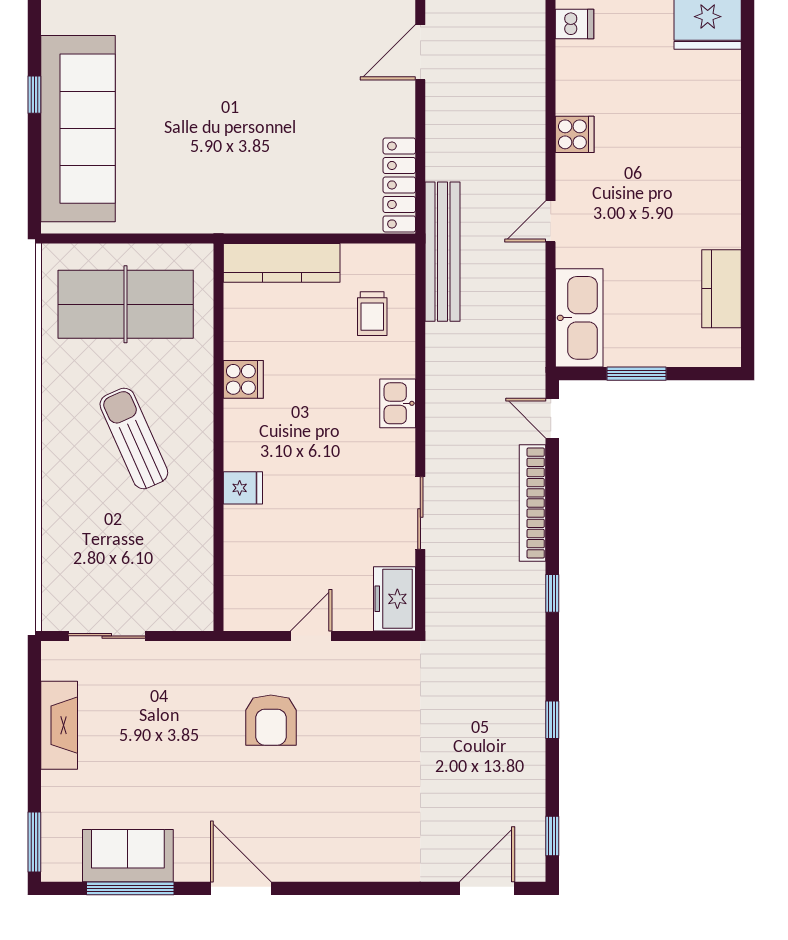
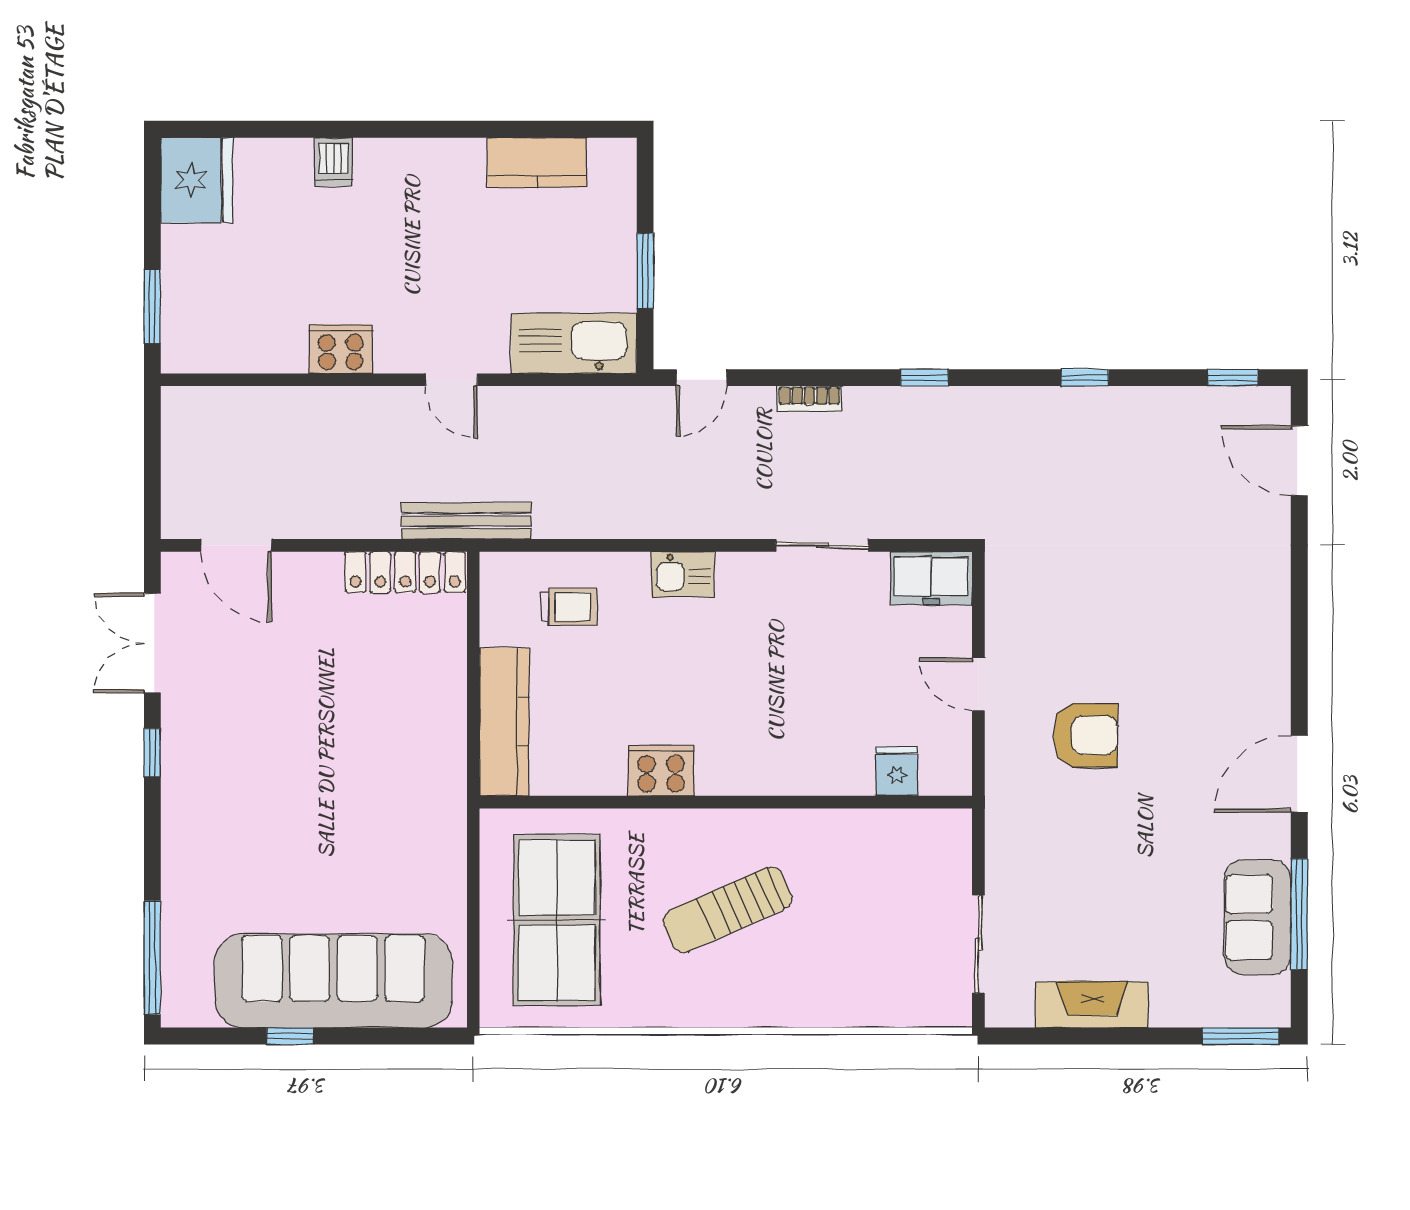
dishwasher: (575, 24) -> (334, 162), moved, turned 180
cooker: (575, 134) -> (341, 349), width x1.36
bench: (443, 252) -> (466, 521), width x0.73, depth x0.82
cooker: (243, 379) -> (661, 771), width x1.36
fridge: (243, 488) -> (897, 771), moved
bookcase: (532, 503) -> (809, 399), width x0.43, depth x0.76

